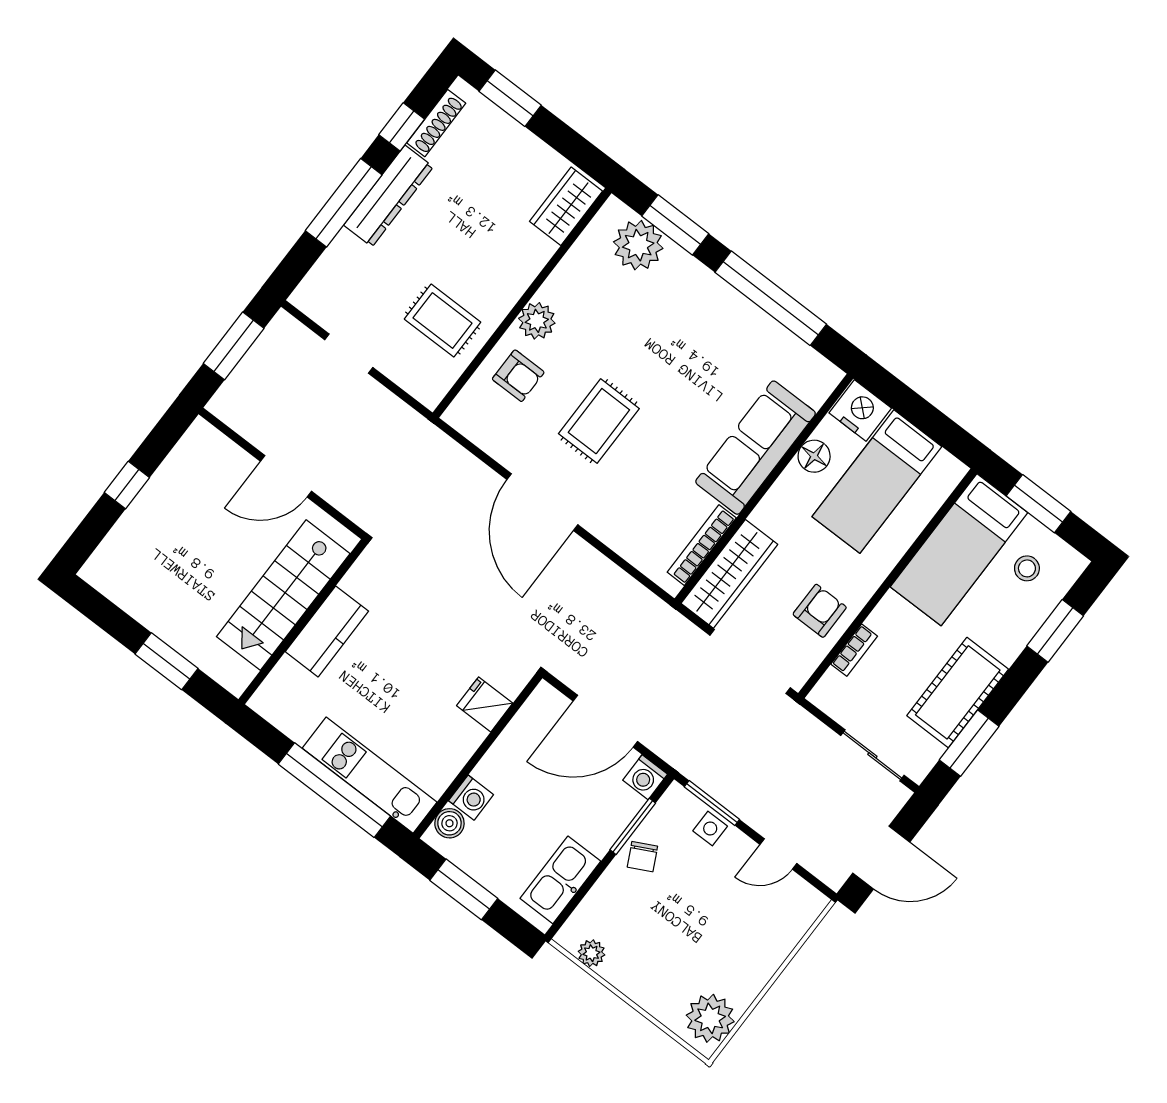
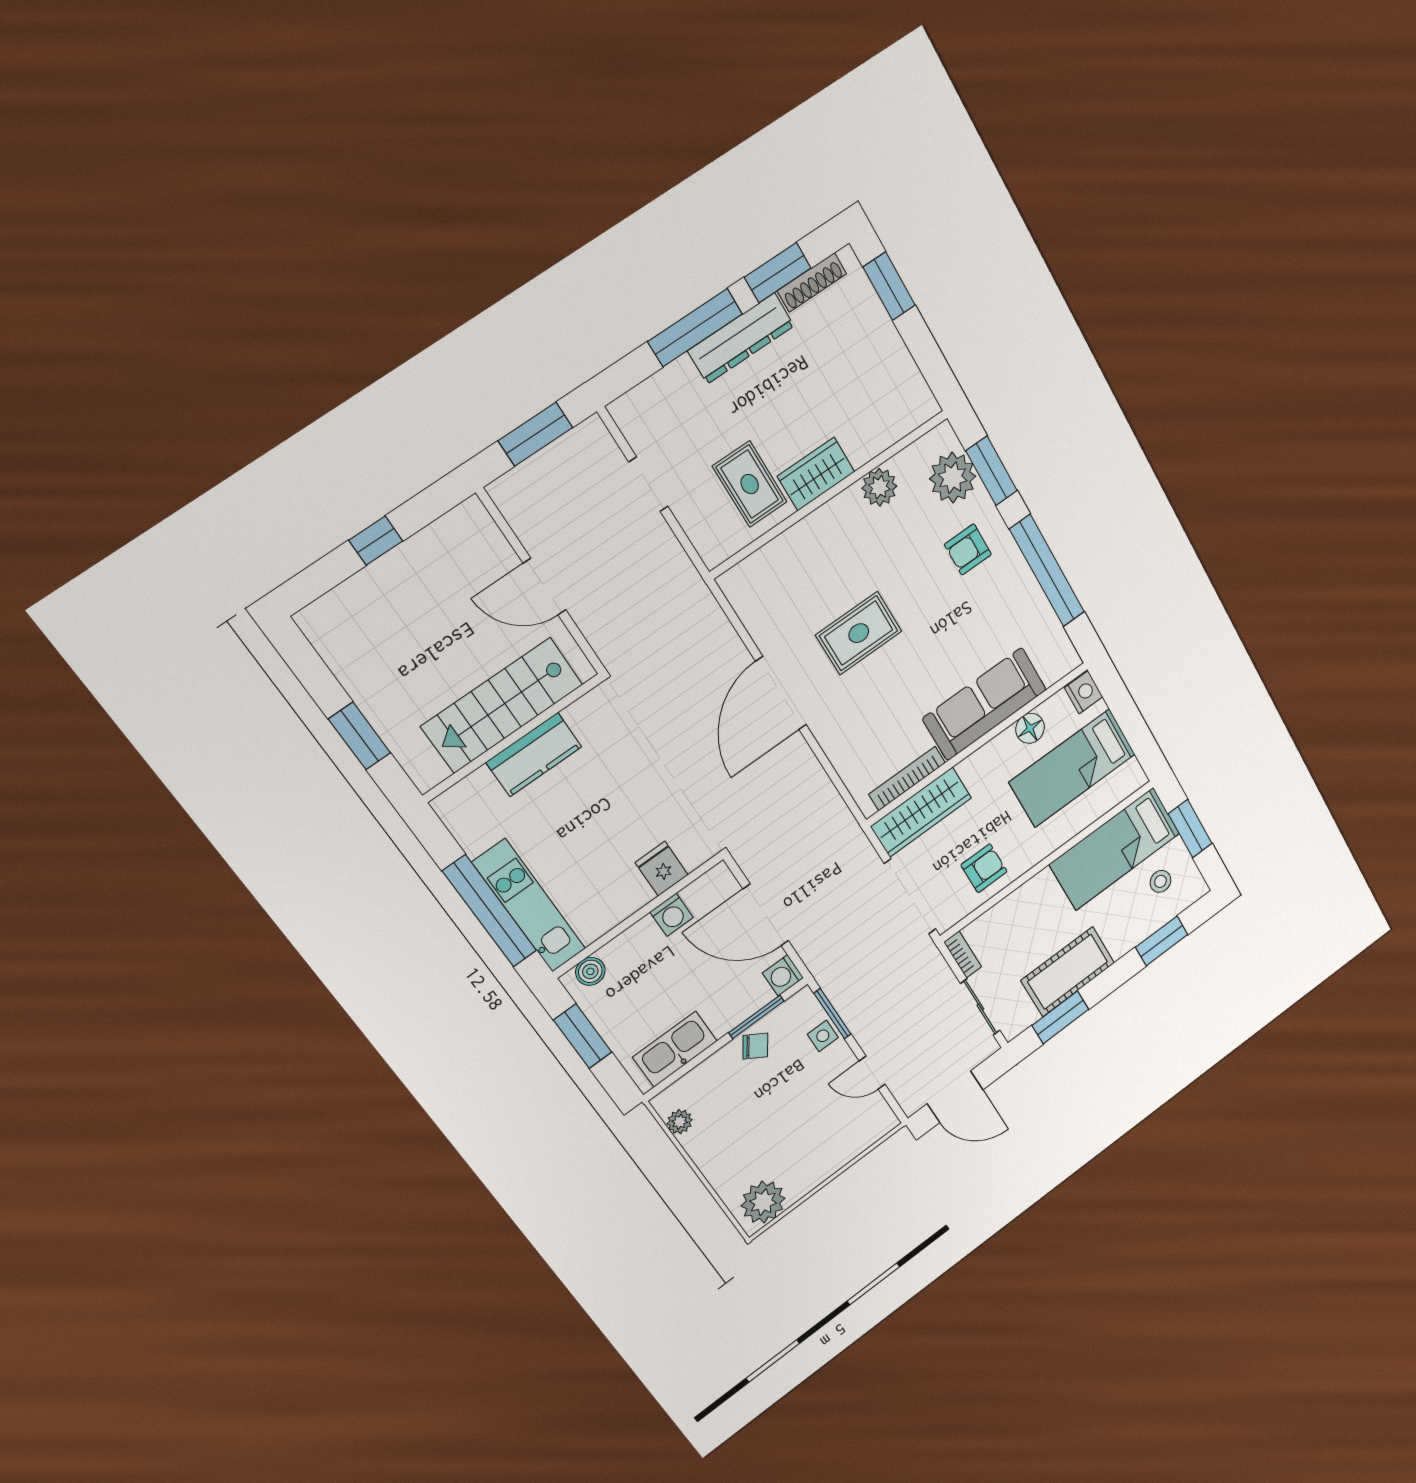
window: (402, 127) -> (778, 273), width x1.50
wardrobe: (566, 206) -> (816, 474), moved
plant: (537, 321) -> (879, 487), moved
armchair: (518, 376) -> (968, 549), moved, turned 90
nightstand: (860, 410) -> (1084, 692), width x0.74, depth x0.75
bookcase: (854, 650) -> (963, 955), moved, turned -90
washing machine: (471, 798) -> (672, 915), moved
chair: (642, 857) -> (755, 1046), turned -120

